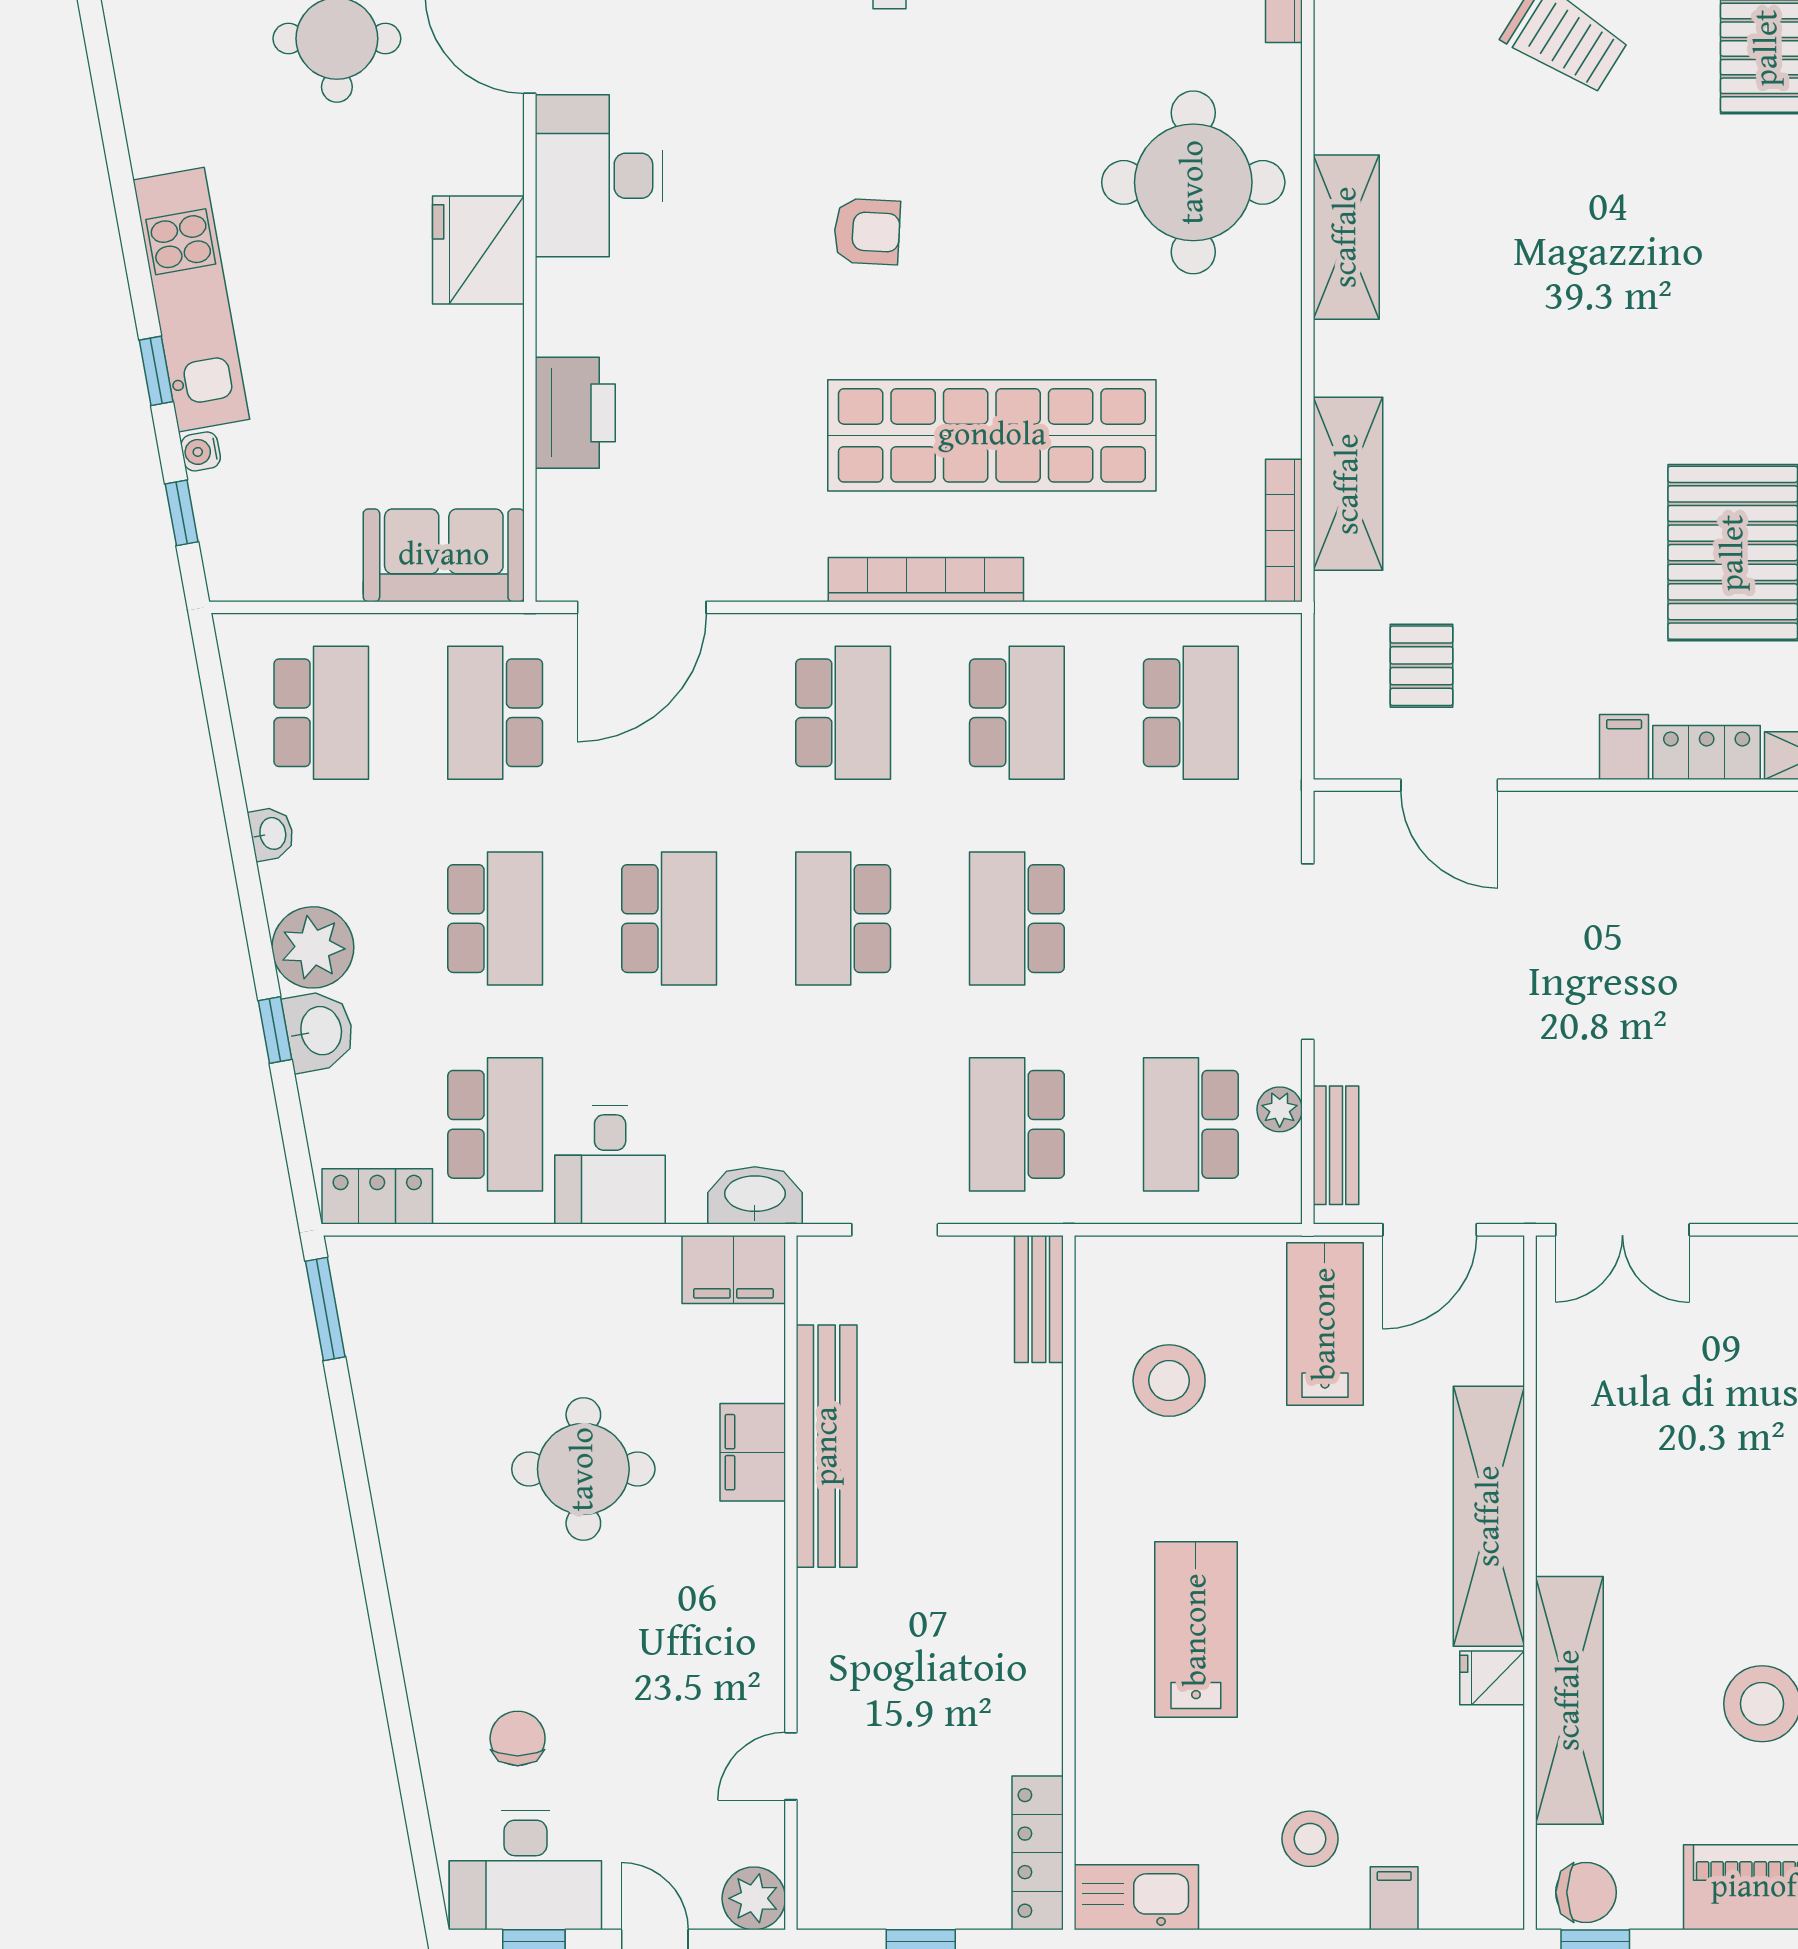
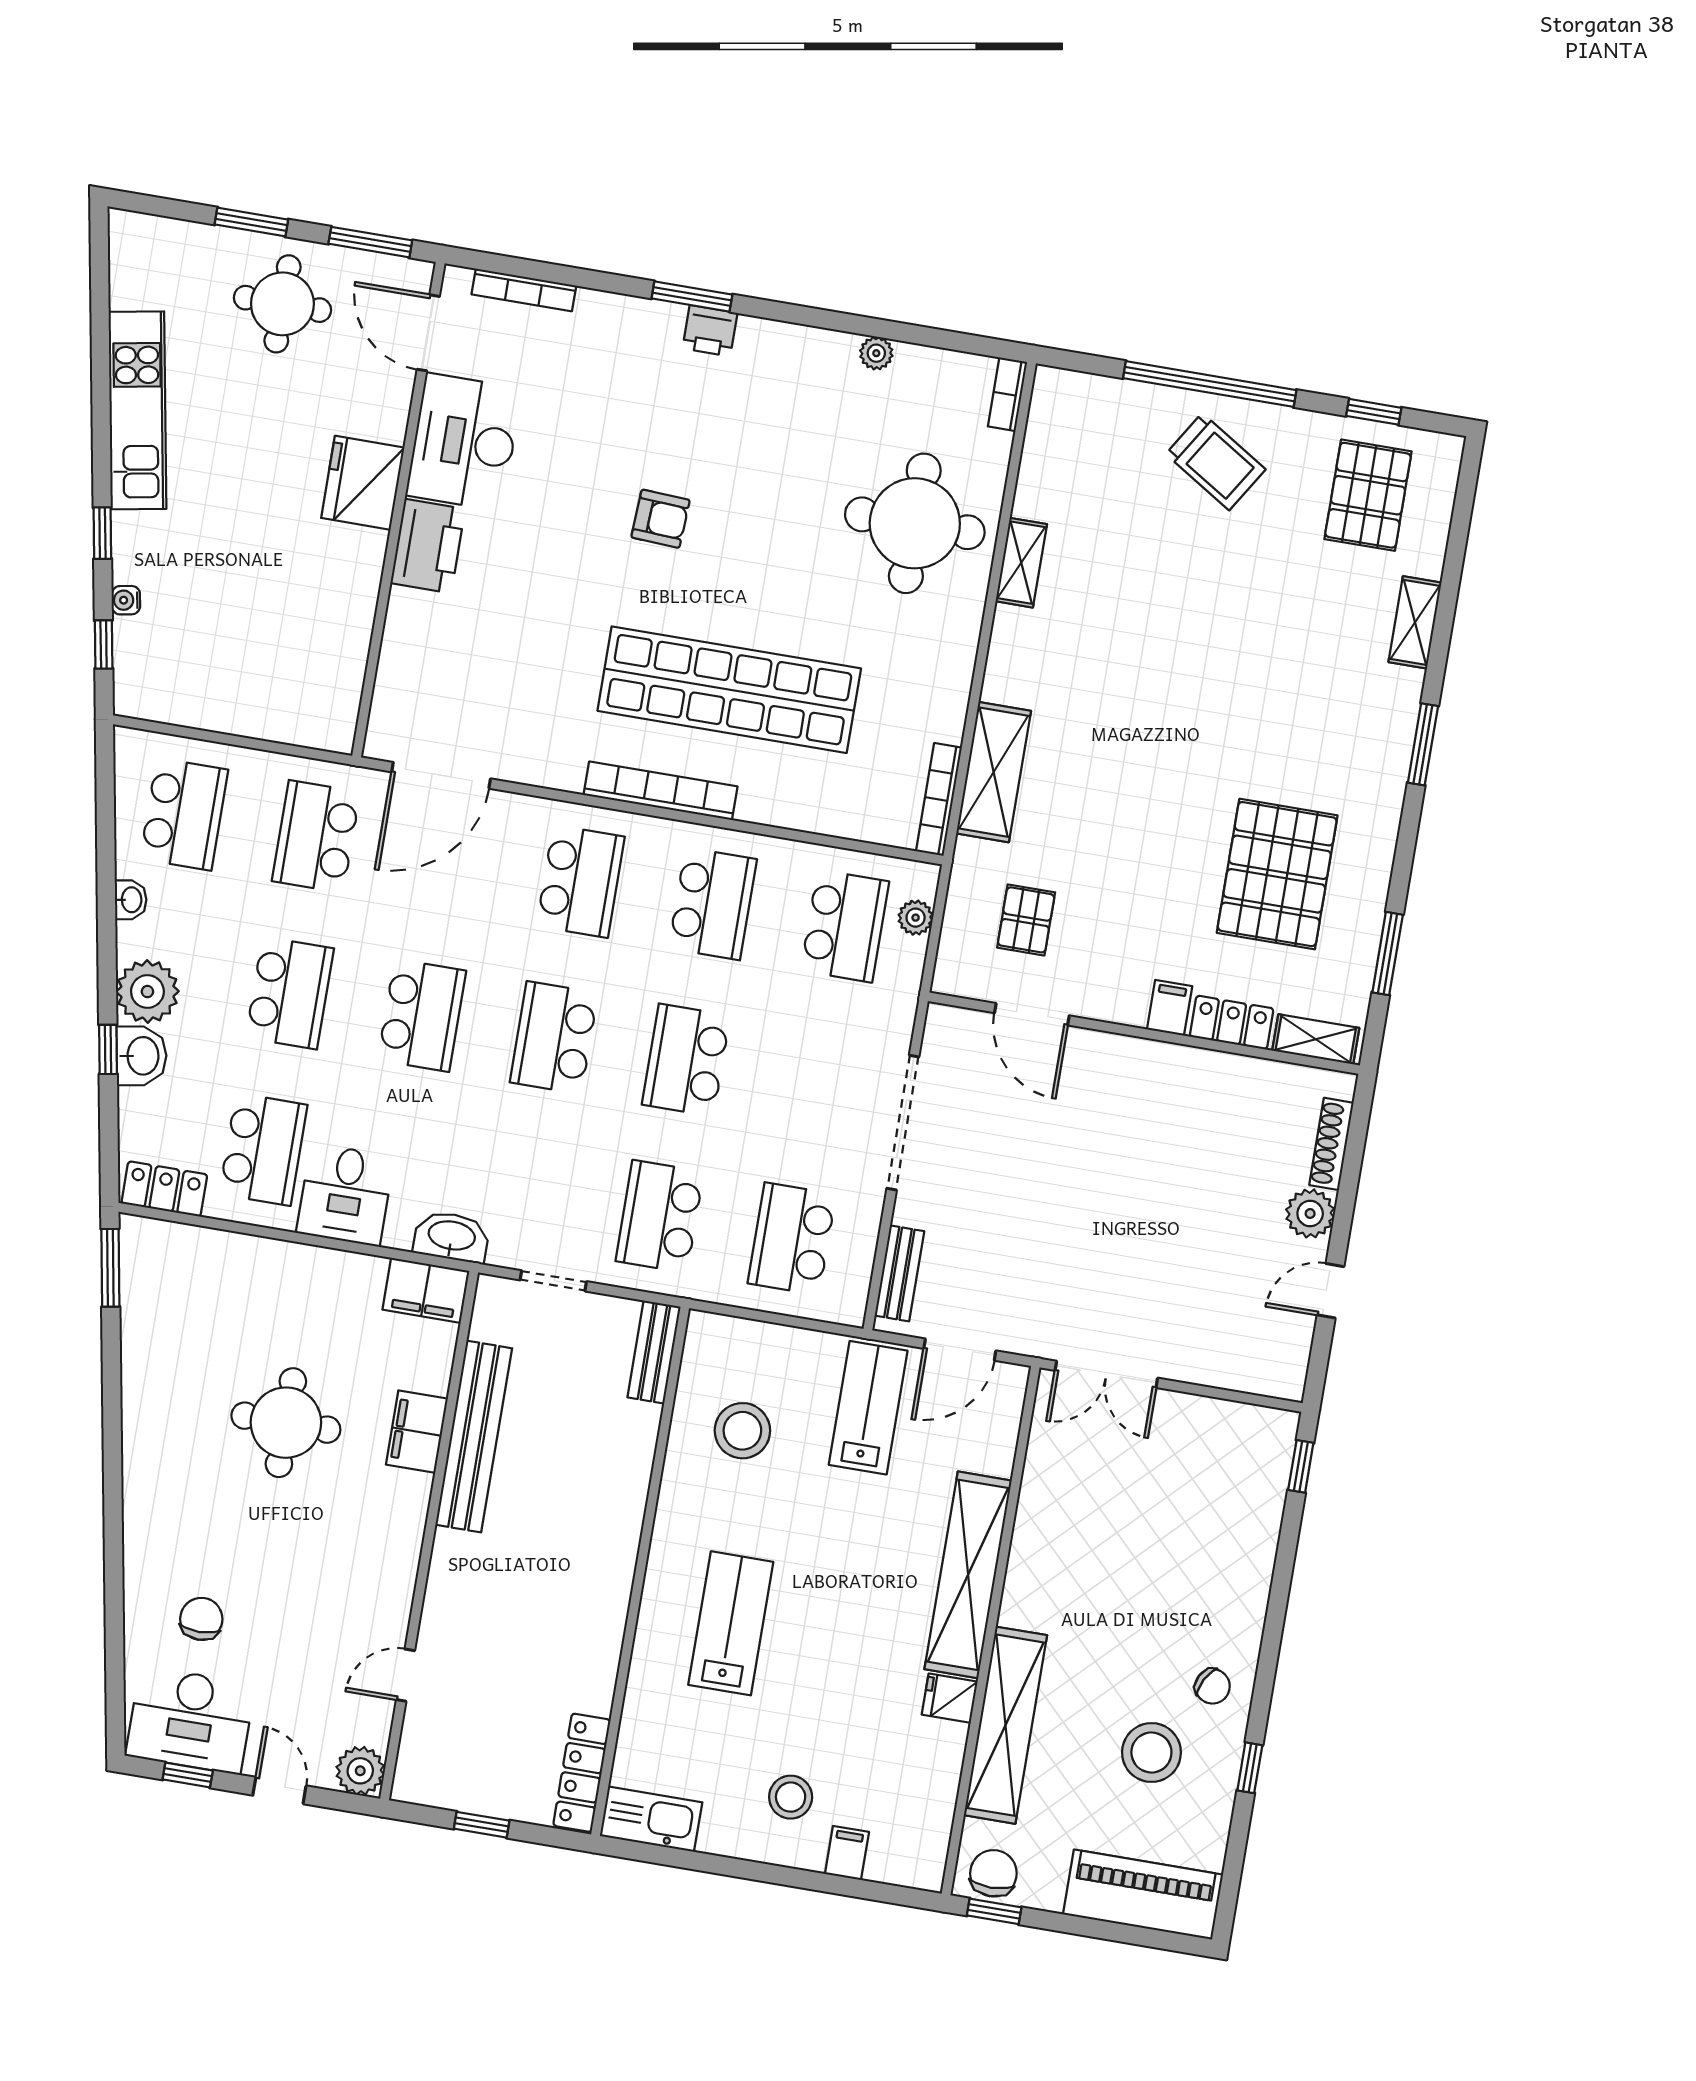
shelving: (1346, 237) -> (1021, 563), width x0.67, depth x0.75
kitchen unit: (191, 300) -> (137, 410), moved
printer: (575, 413) -> (428, 546), moved
sofa: (444, 555) -> (297, 710), removed
plant: (1280, 1109) -> (916, 918), moved
chair: (1586, 1892) -> (993, 1873), turned -90

